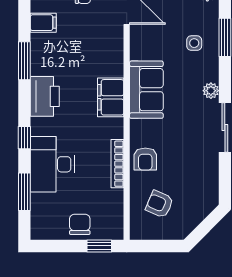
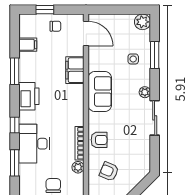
filing cabinet: (111, 97) -> (75, 70), moved
armchair: (145, 159) -> (99, 140), turned -90
plant: (115, 198) -> (78, 167), added

